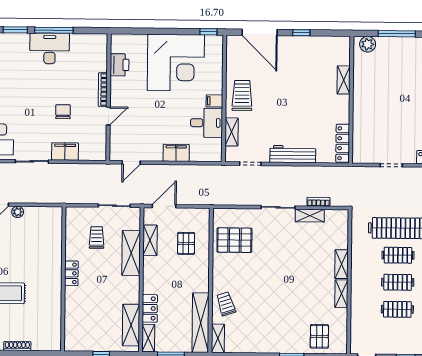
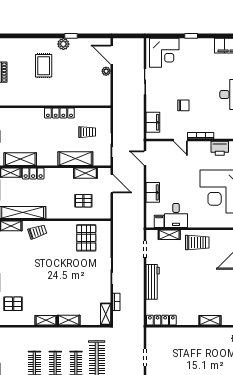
filing cabinet: (214, 101) -> (159, 221), moved
filing cabinet: (65, 151) -> (153, 122), moved
shelving: (310, 216) -> (106, 314), moved
locker: (71, 273) -> (59, 113), width x1.53

